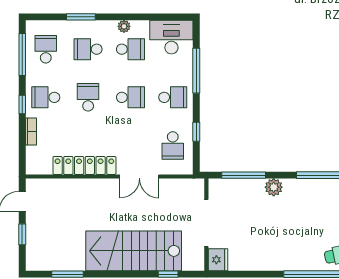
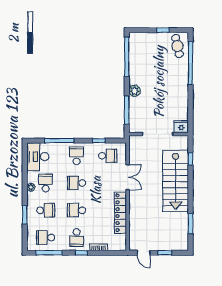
school desk: (88, 49) -> (46, 210), turned -90
school desk: (130, 97) -> (77, 183), turned -90

